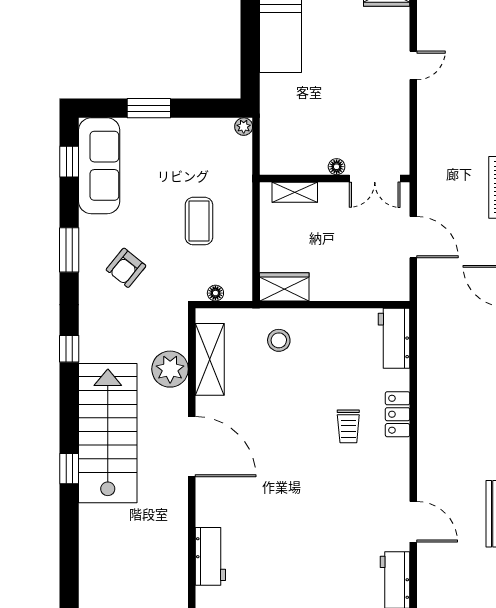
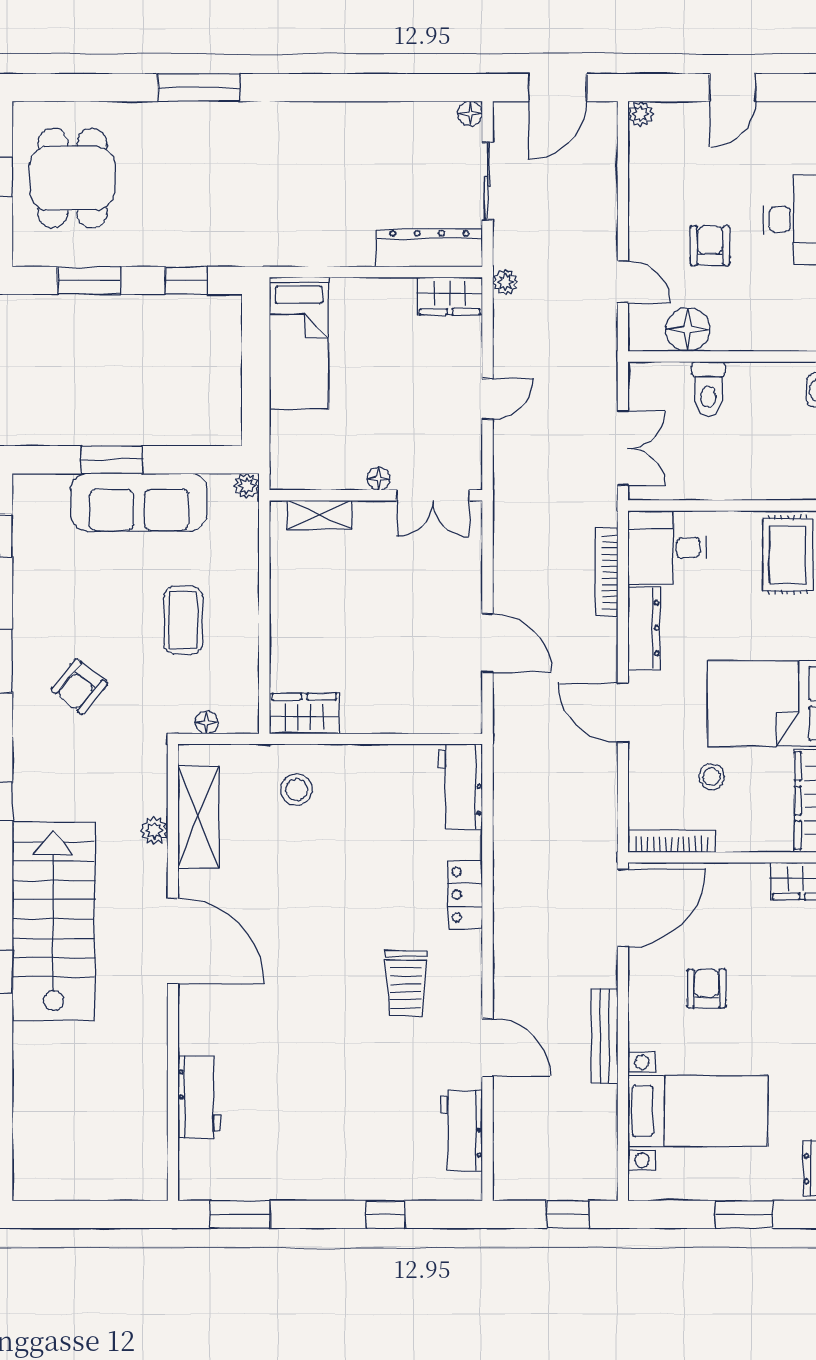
sofa: (99, 166) -> (139, 502), moved, turned 90
floor lamp: (337, 167) -> (379, 479), moved
wall: (335, 178) -> (376, 495), moved
double door: (375, 178) -> (433, 495), moved
shelving: (295, 192) -> (319, 515), moved
plant: (170, 369) -> (154, 831), width x0.53, depth x0.53
trolley: (348, 426) -> (406, 983), moved, width x1.36, depth x1.39

